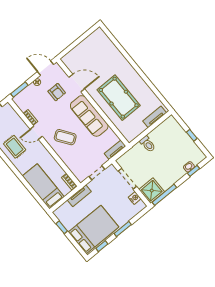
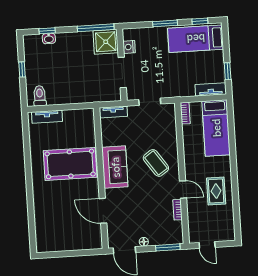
armchair: (57, 92) -> (131, 217), removed
pool table: (119, 98) -> (70, 164), turned 90
sofa: (89, 116) -> (115, 167), width x0.73
toilet: (148, 144) -> (40, 96), moved
tv unit: (79, 196) -> (211, 89), moved
bed: (94, 230) -> (196, 39), width x0.67

